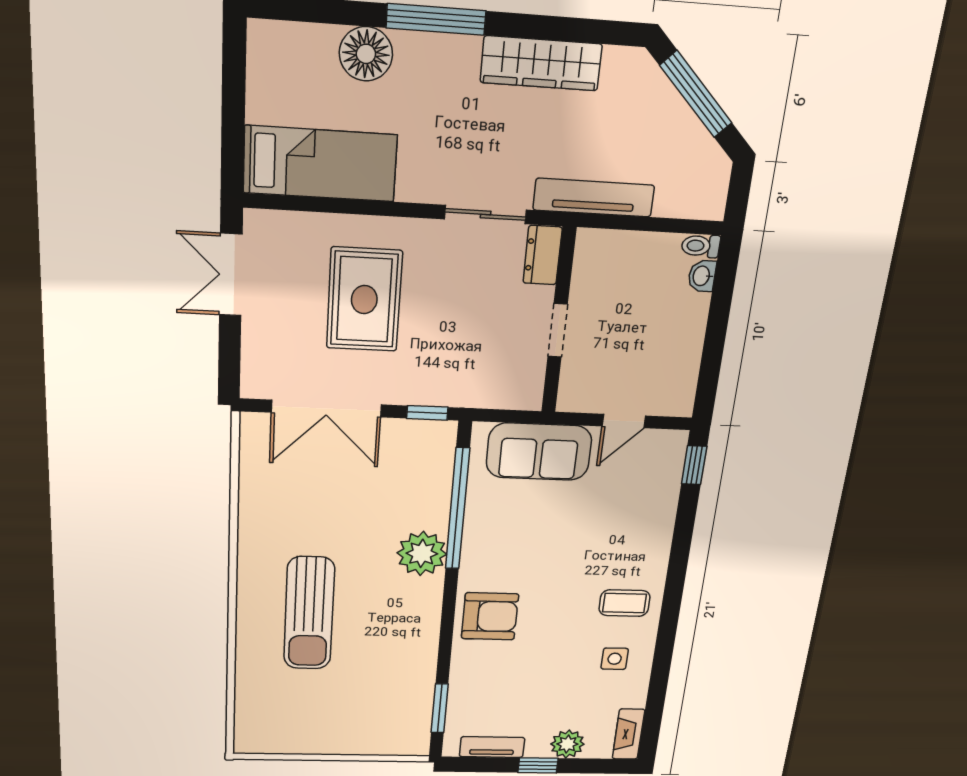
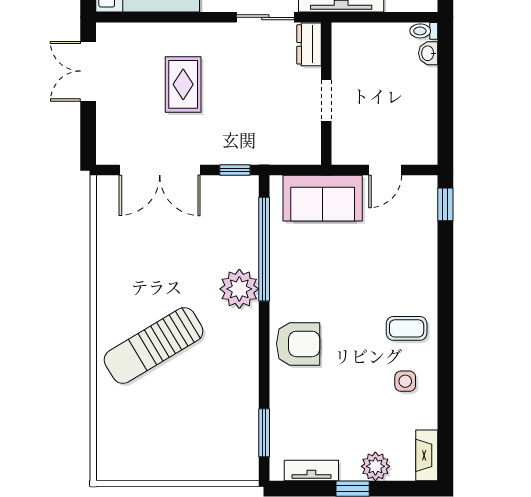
rug: (364, 300) -> (183, 84), width x0.73, depth x0.70
sun lounger: (309, 613) -> (154, 345), turned 59

